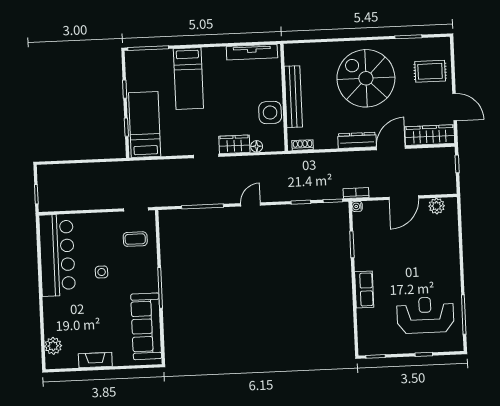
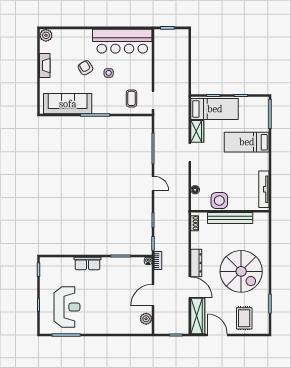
spiral stairs: (366, 78) -> (241, 271), turned 90
door: (455, 107) -> (217, 335), swing flipped
wardrobe: (234, 144) -> (197, 131), moved
door: (404, 198) -> (153, 295), hinge flipped
armchair: (96, 304) -> (85, 68), added
plant: (53, 346) -> (46, 35), moved

